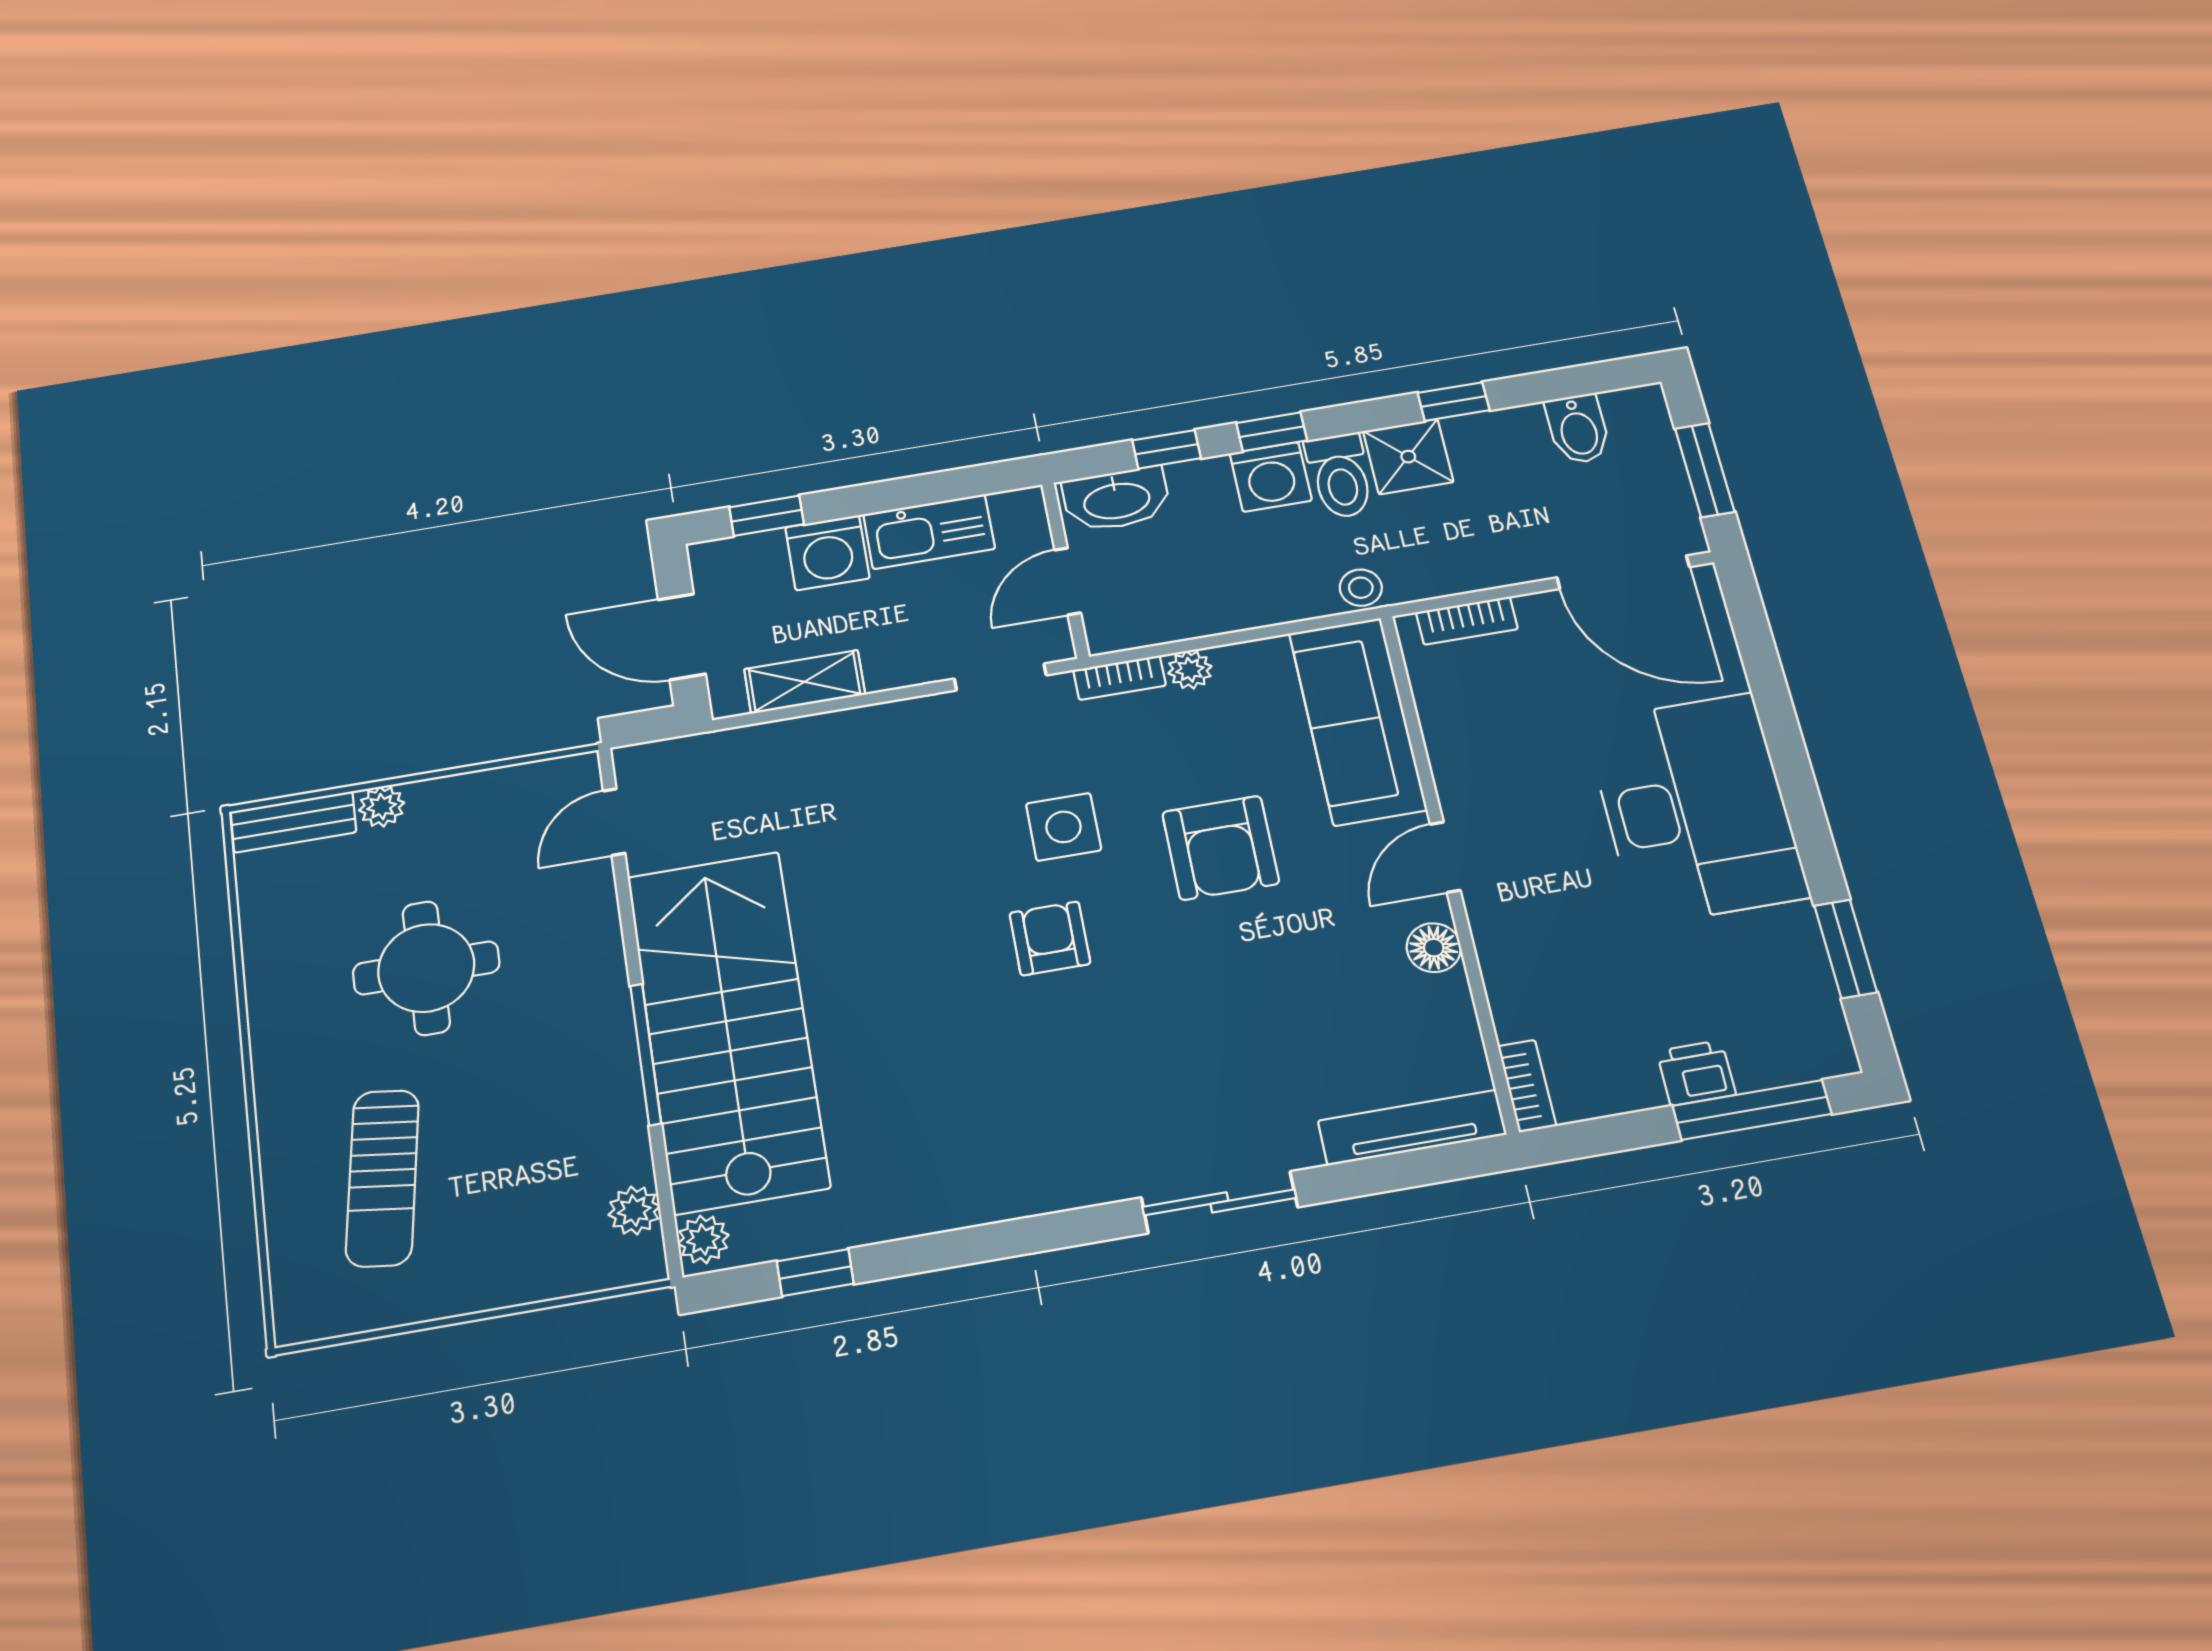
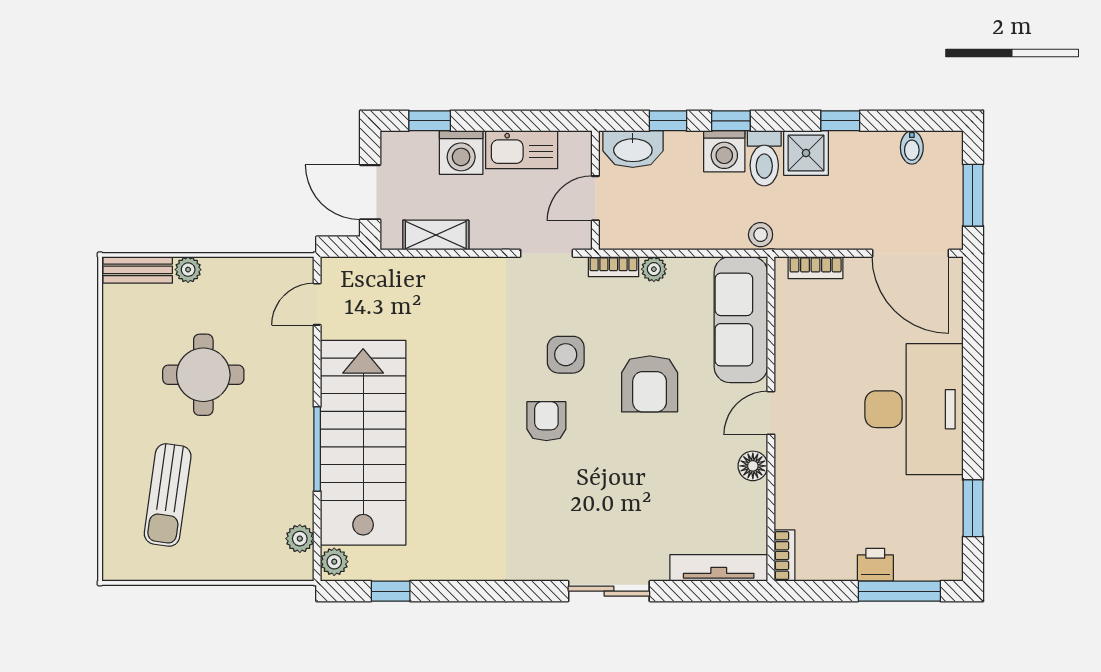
bidet: (1578, 429) -> (912, 147), width x0.72, depth x0.74

